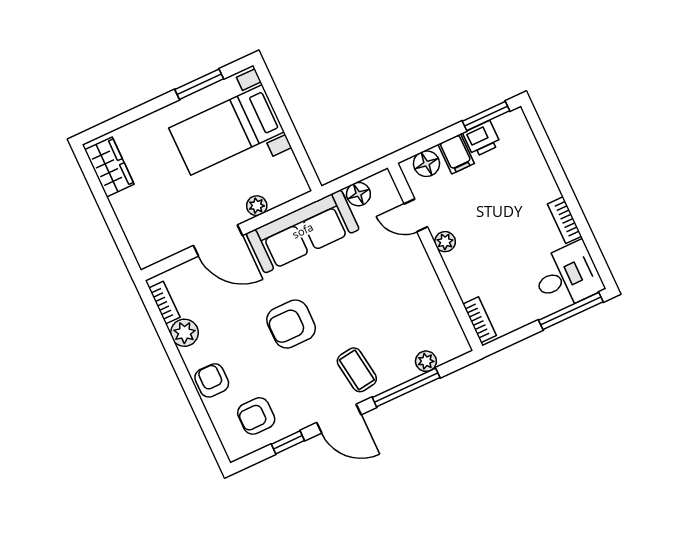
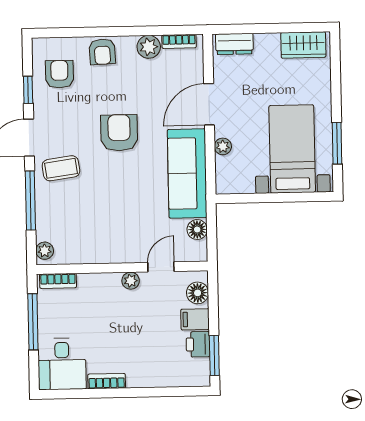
dresser: (141, 242) -> (234, 44), added
window: (571, 311) -> (33, 322), moved
plant: (426, 361) -> (45, 251), moved
armchair: (212, 380) -> (102, 52), turned 87

